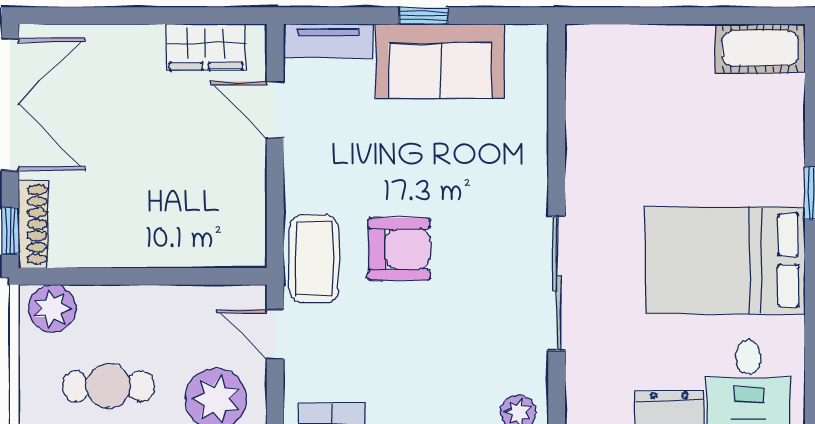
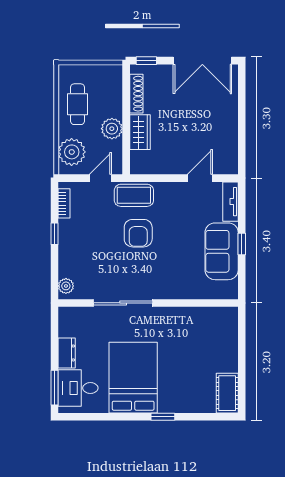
wardrobe: (206, 47) -> (140, 132), moved, turned 180
shoe rack: (33, 224) -> (136, 94), moved, turned -90
plant: (52, 309) -> (112, 129), moved

